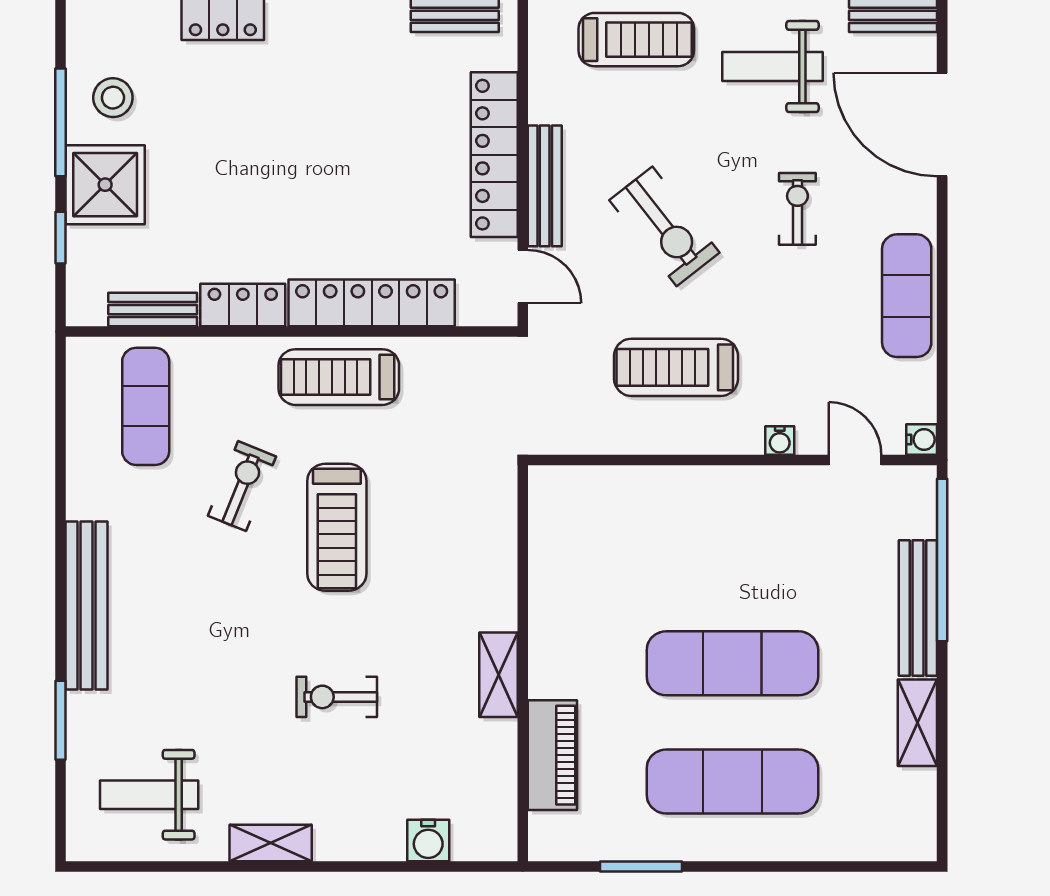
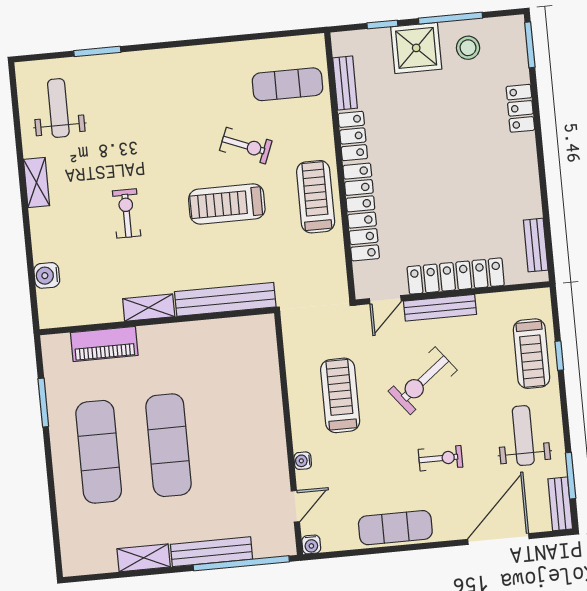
bench: (86, 606) -> (225, 299), moved

